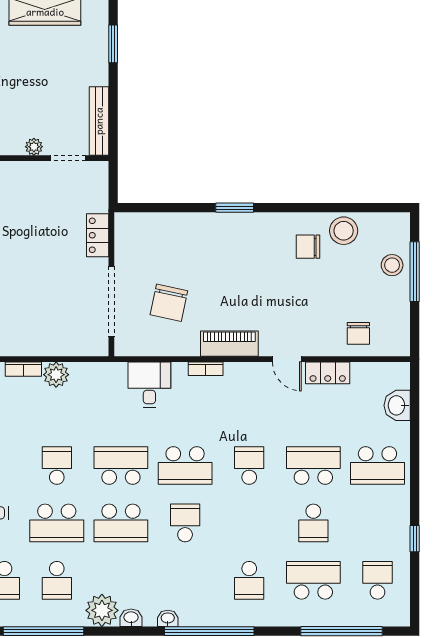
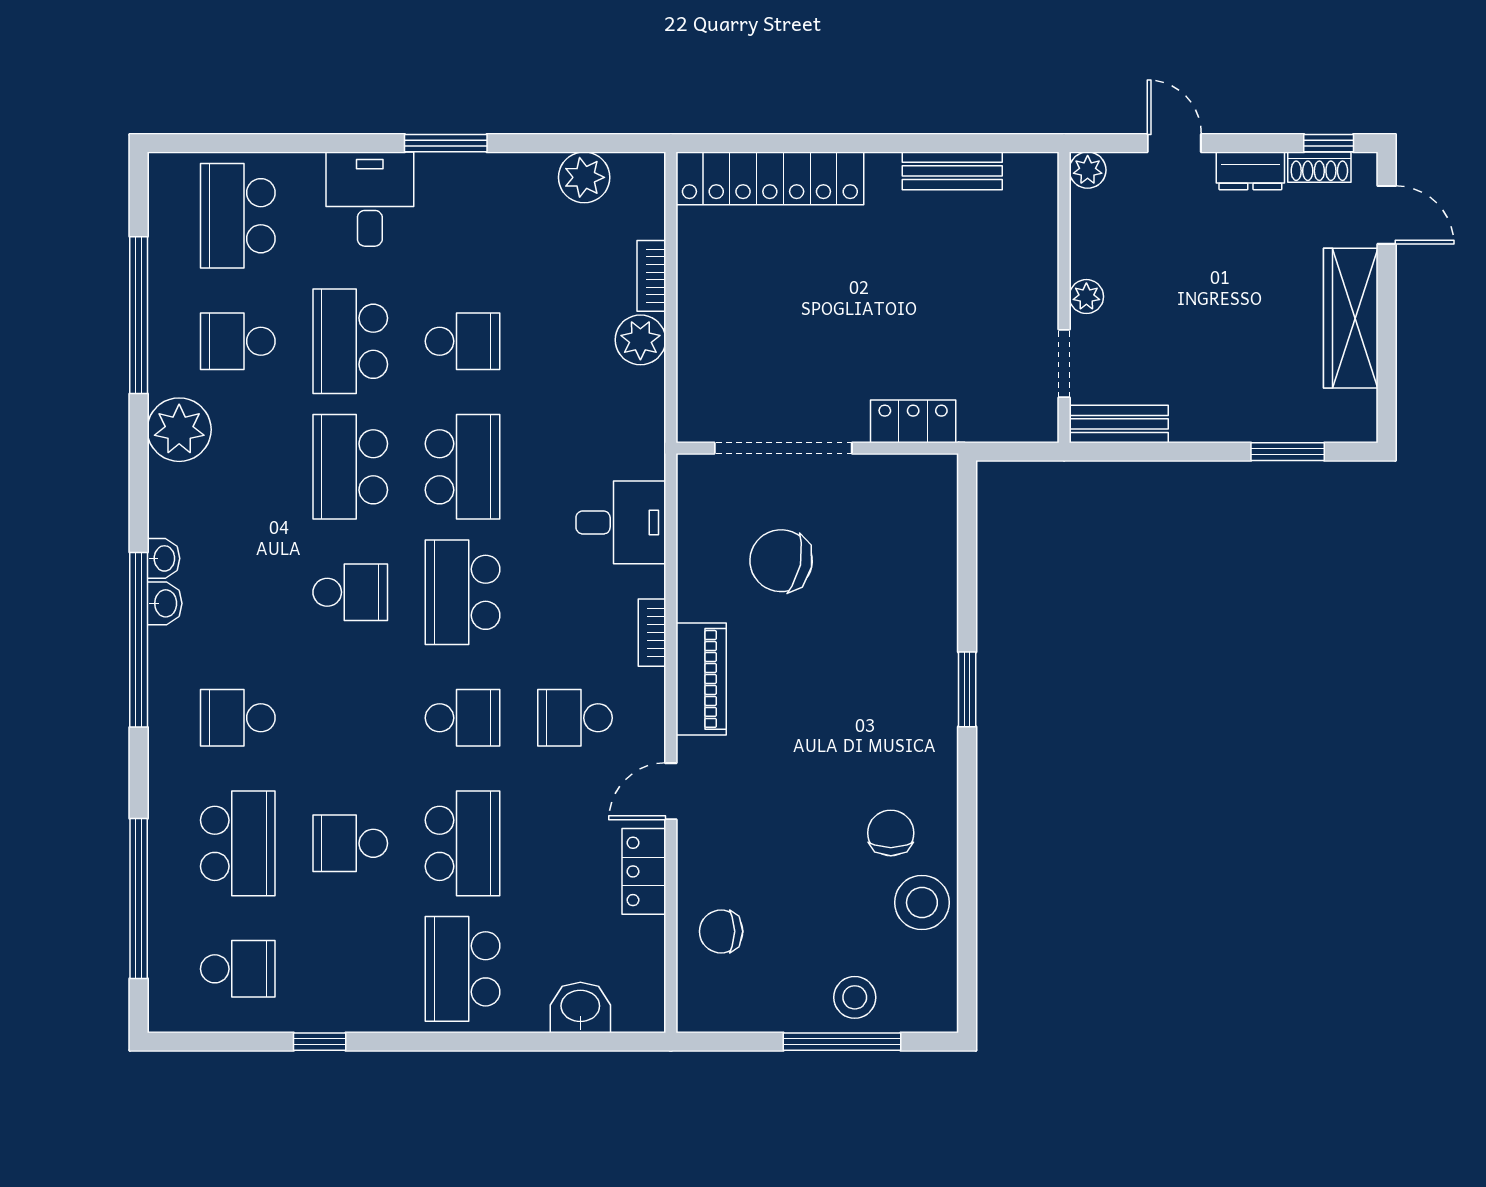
bench: (99, 121) -> (1119, 424), width x0.73
school desk: (249, 408) -> (575, 718), added
washbasin: (131, 618) -> (165, 603), moved

